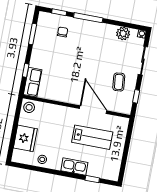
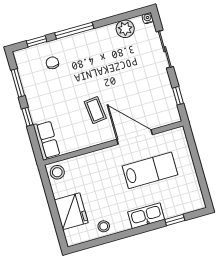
window: (26, 70) -> (27, 117), moved
coffee table: (119, 82) -> (95, 110), moved

